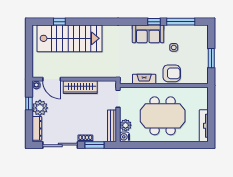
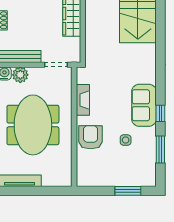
window: (181, 22) -> (160, 149), width x0.69
window: (211, 58) -> (128, 191), moved
armchair: (172, 73) -> (91, 137), turned 180

